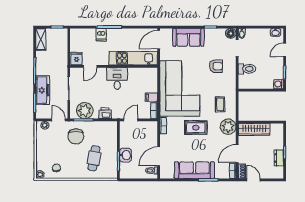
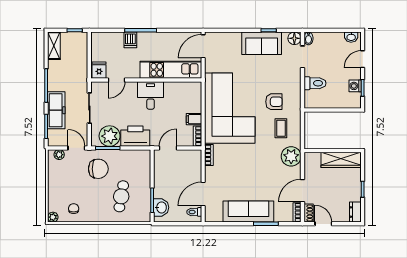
sofa: (188, 37) -> (262, 43), moved
armchair: (216, 66) -> (274, 102), moved
washing machine: (279, 84) -> (355, 86), moved
printer: (105, 113) -> (135, 136), width x1.87, depth x1.48
rug: (196, 128) -> (250, 158), removed
wardrobe: (254, 129) -> (341, 160), moved
chair: (76, 136) -> (98, 169), turned -90
washbasin: (125, 155) -> (161, 207), moved
dresser: (279, 158) -> (355, 212), moved

